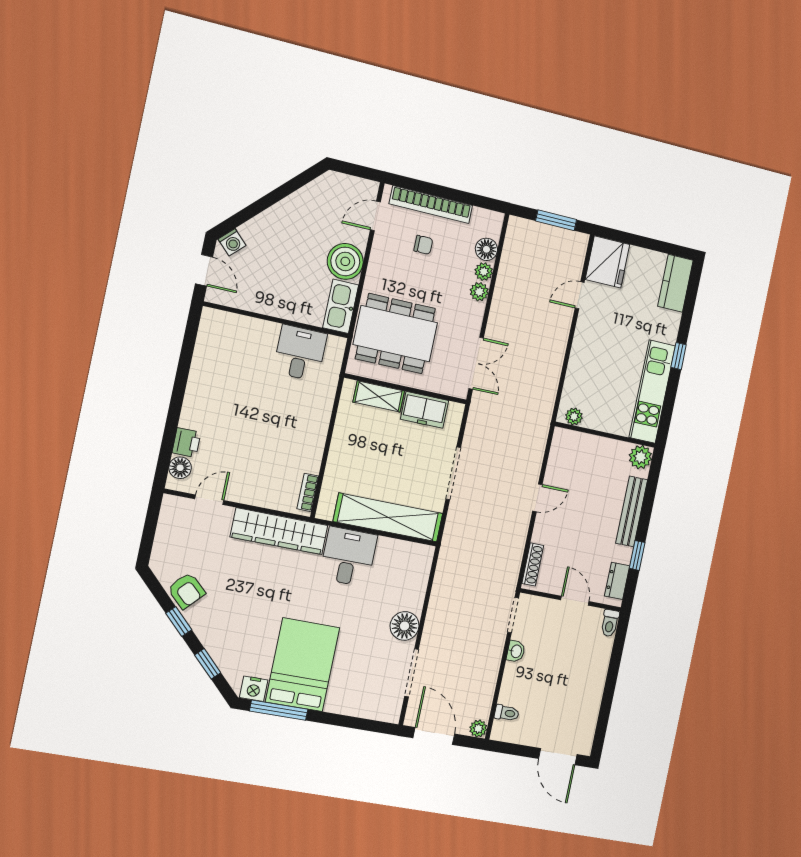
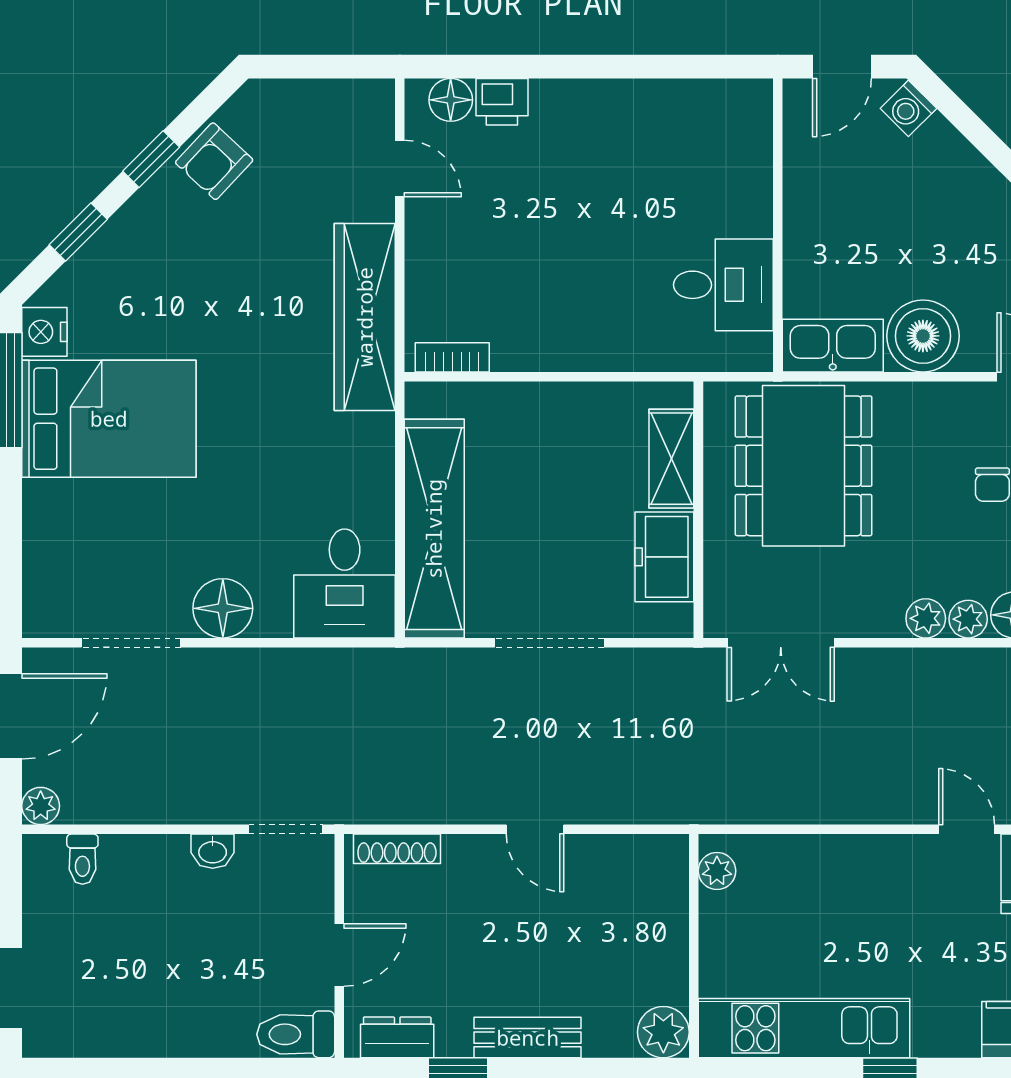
bench: (632, 511) -> (528, 1038), width x0.73
desk: (348, 557) -> (345, 584), moved, turned 90
toilet: (610, 623) -> (296, 1034), width x1.37, depth x1.39

